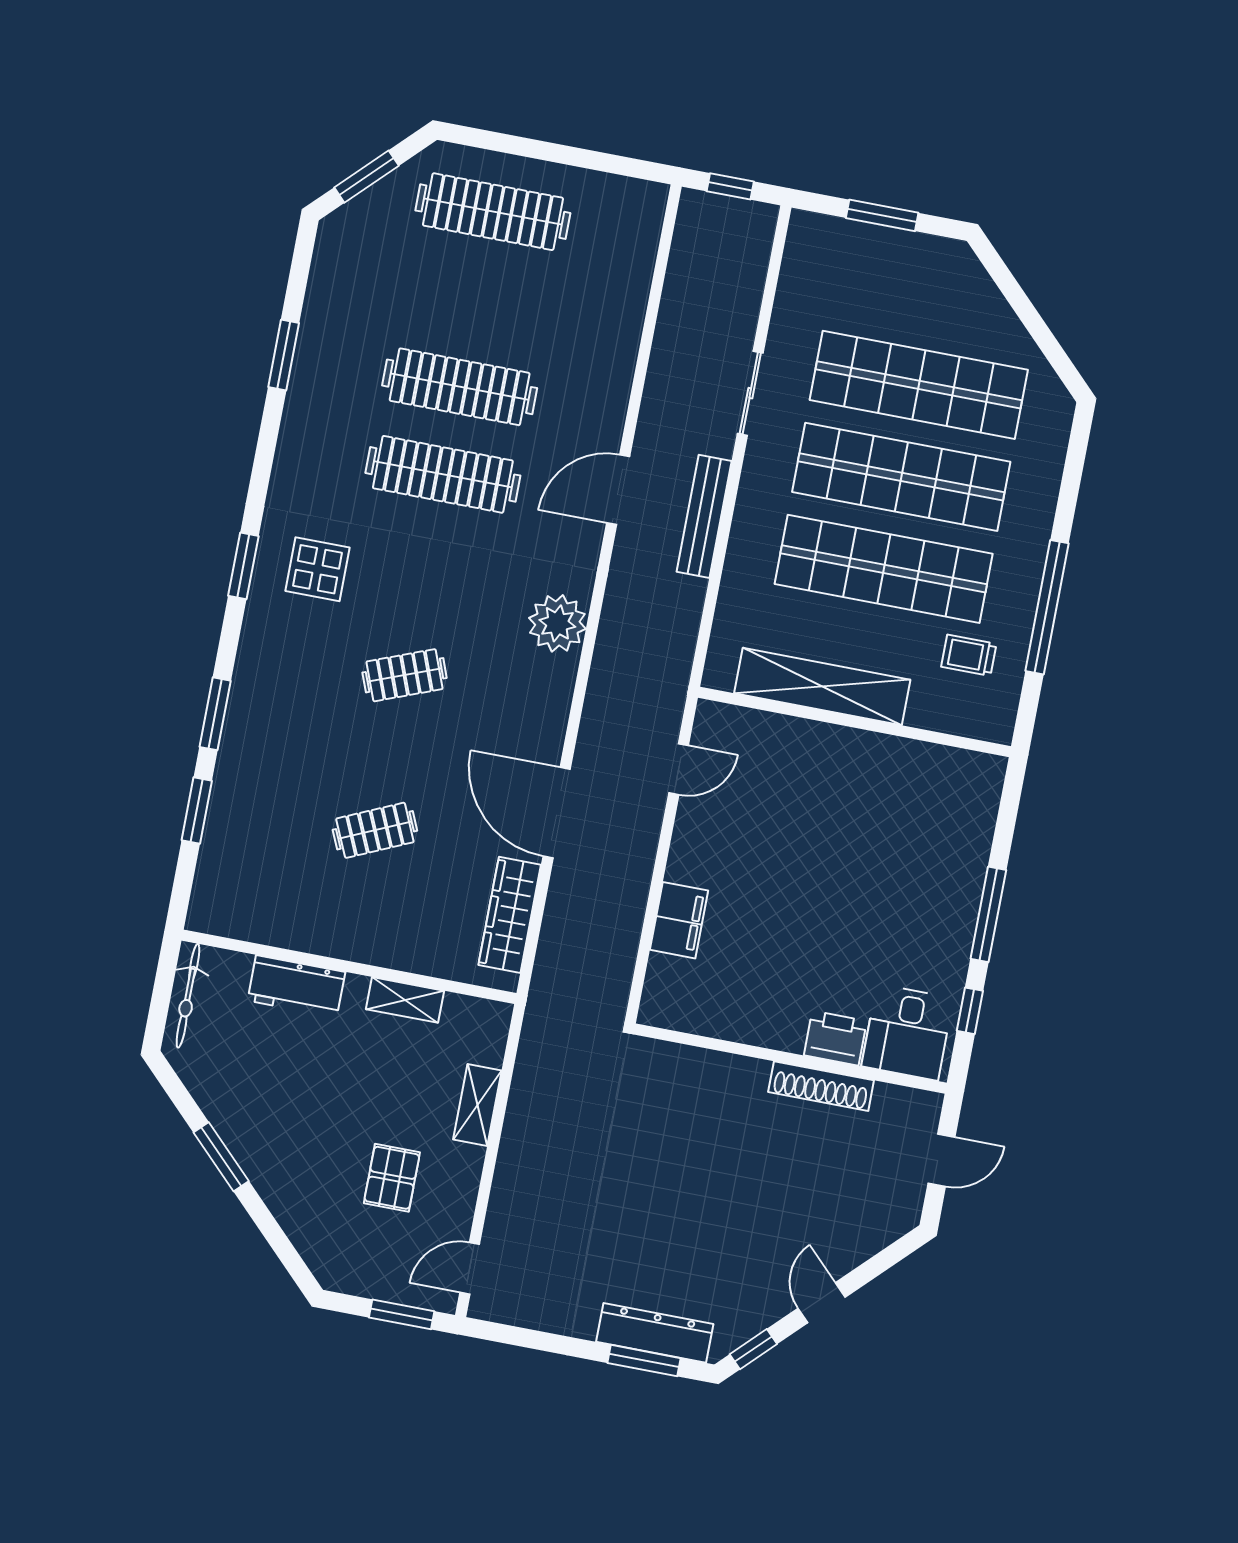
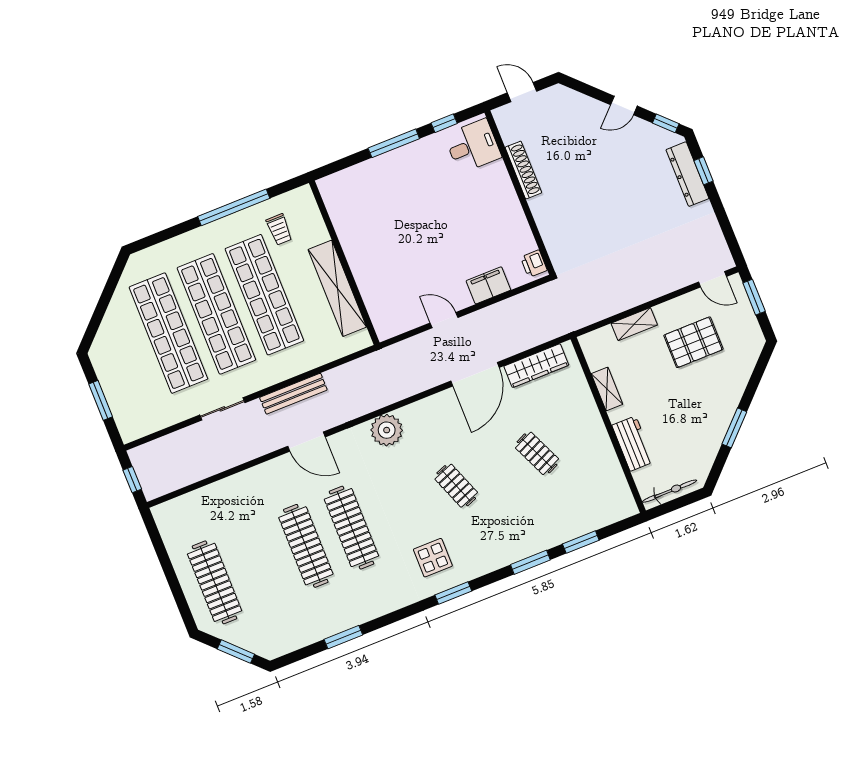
door: (679, 769) -> (444, 320), moved
printer: (835, 1038) -> (534, 264), moved, width x0.73, depth x0.81
pallet: (392, 1178) -> (693, 342), width x1.50, depth x1.42
window: (644, 1361) -> (704, 171), width x0.67

